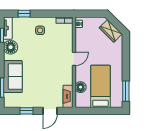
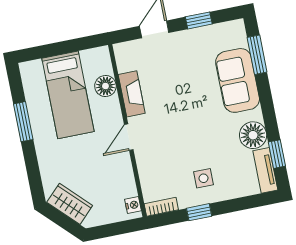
window: (24, 14) -> (199, 212), moved
window: (126, 91) -> (23, 122), moved
fireplace: (68, 96) -> (132, 94), moved

